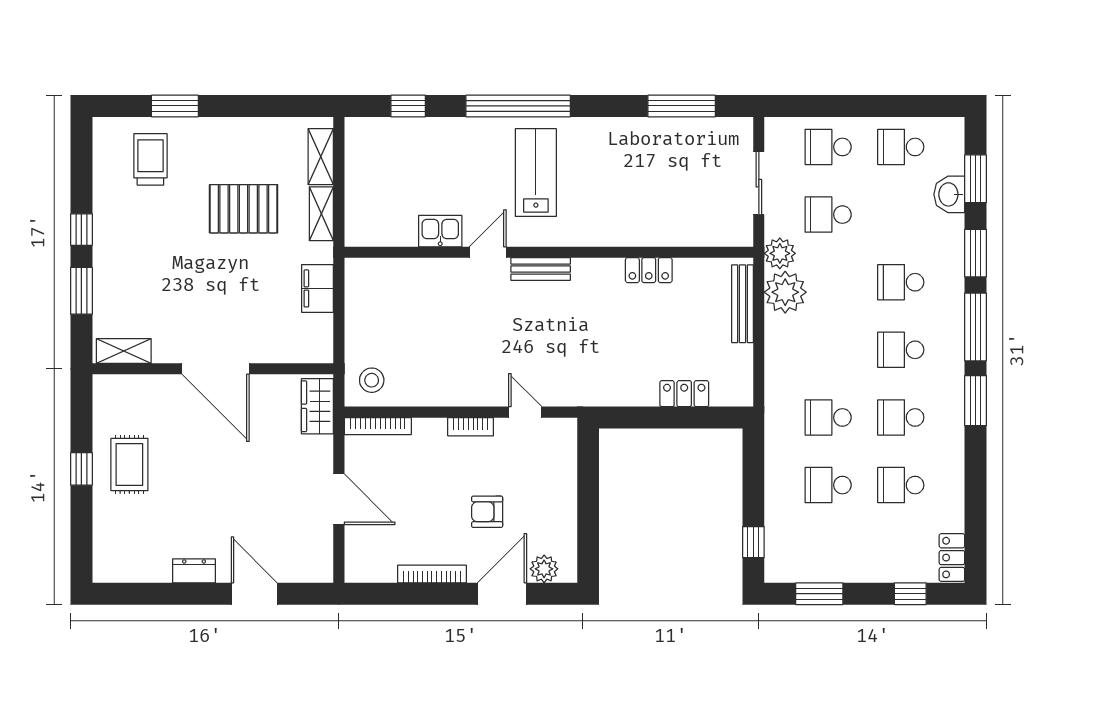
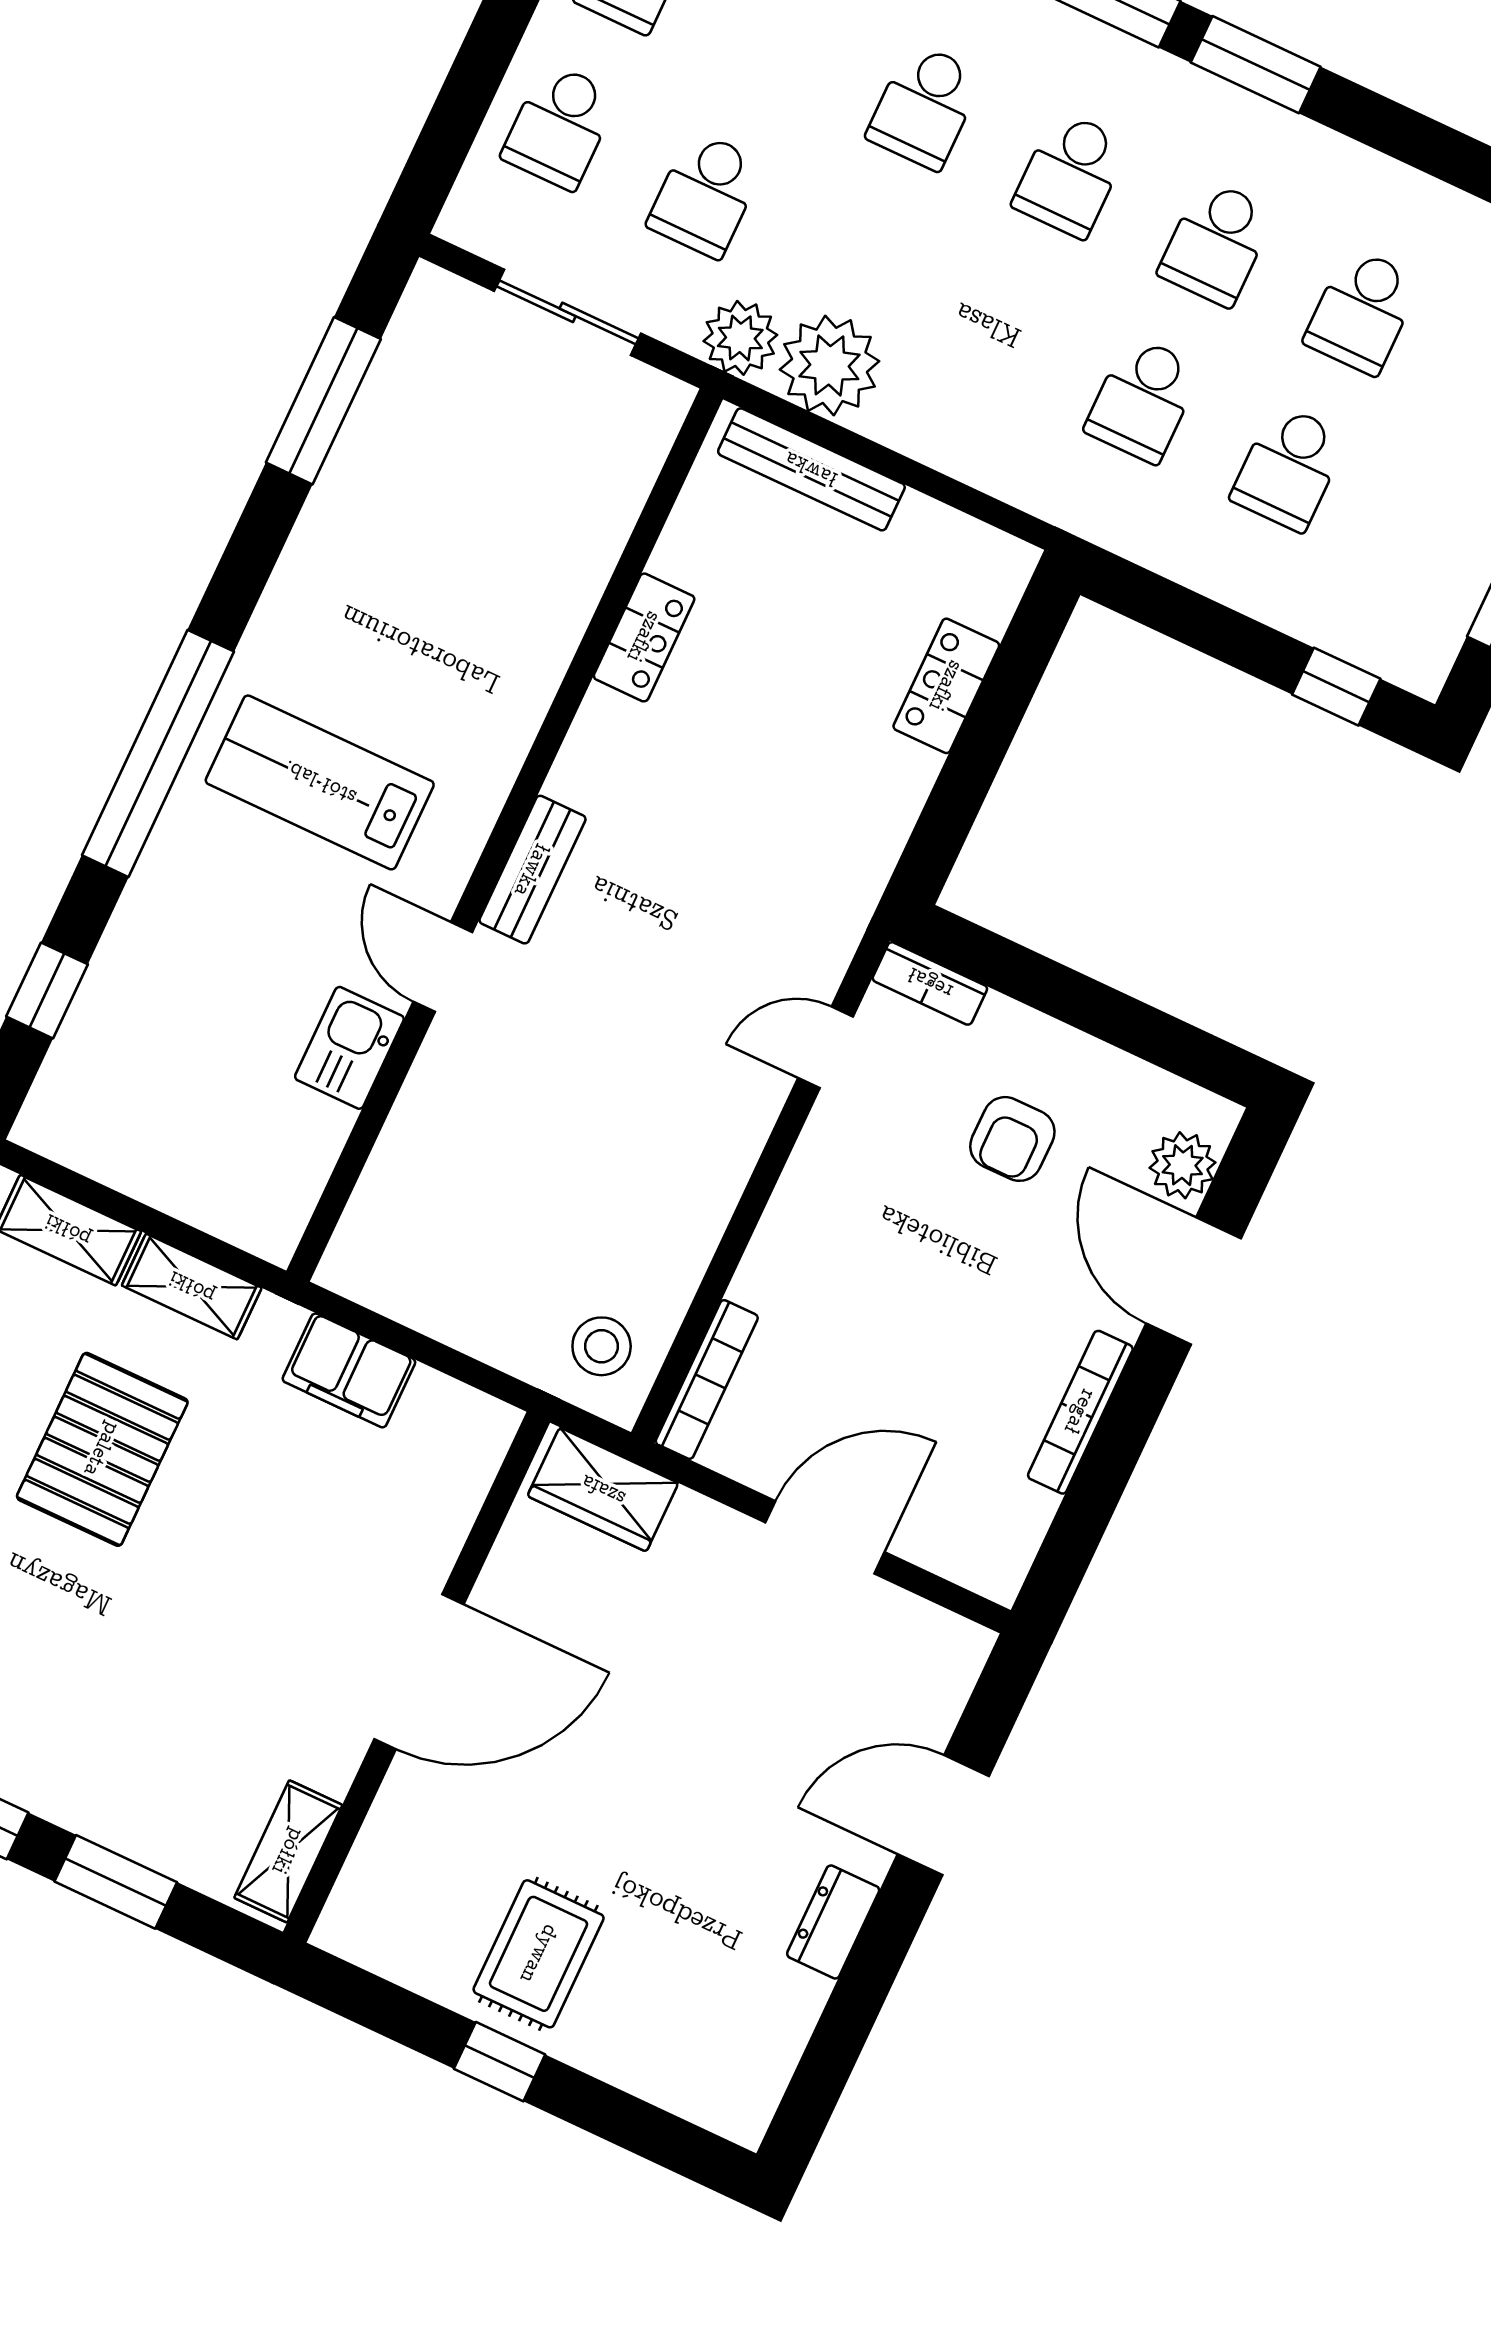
bookcase: (471, 427) -> (930, 983), moved, turned 90
rug: (129, 464) -> (539, 1954), turned 90
armchair: (487, 512) -> (1012, 1139), moved

